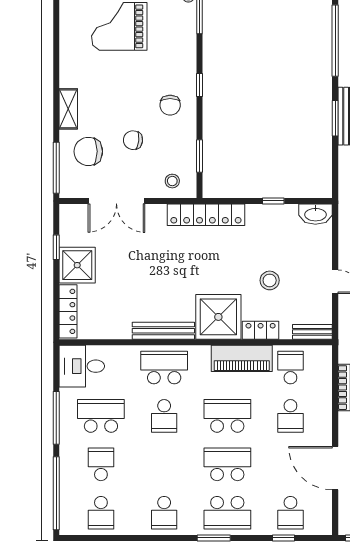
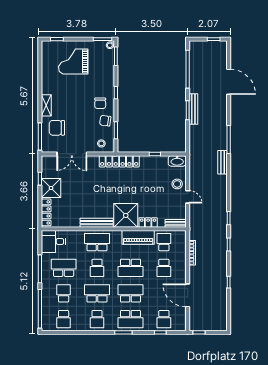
chair: (133, 140) -> (105, 121), moved
stool: (270, 280) -> (177, 184), moved
school desk: (227, 416) -> (130, 268), turned 180
school desk: (164, 464) -> (97, 293), added

